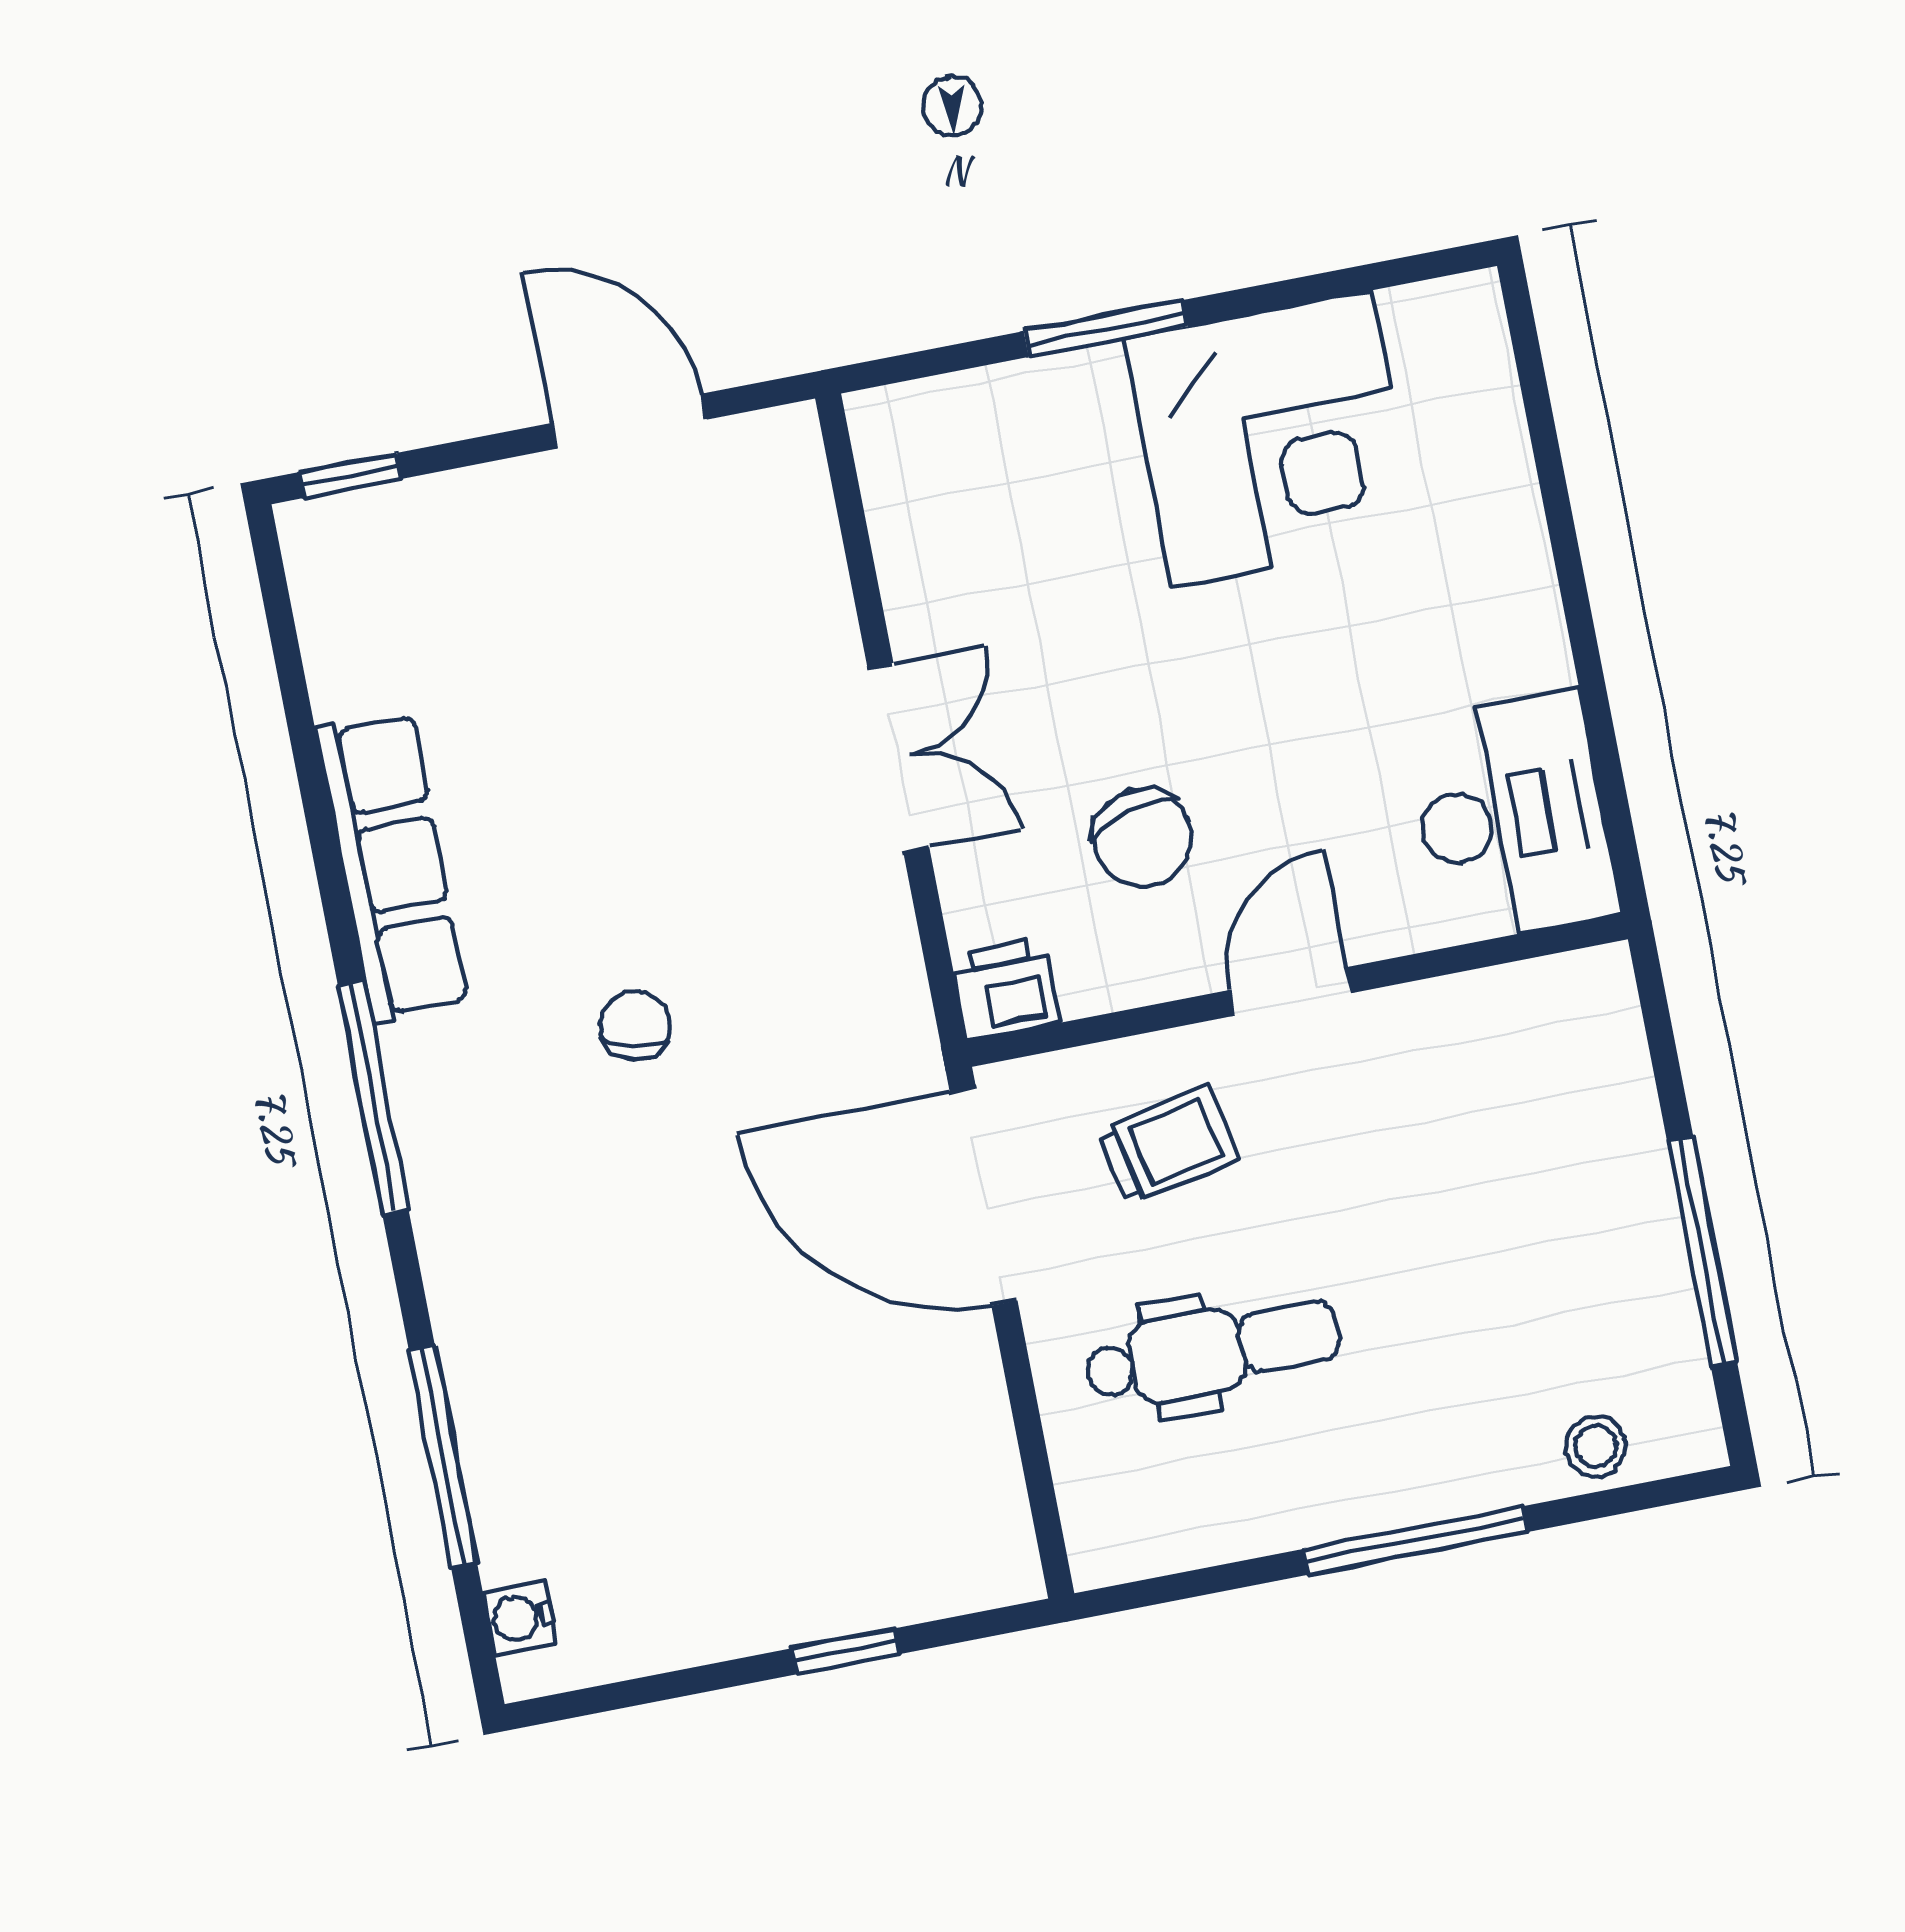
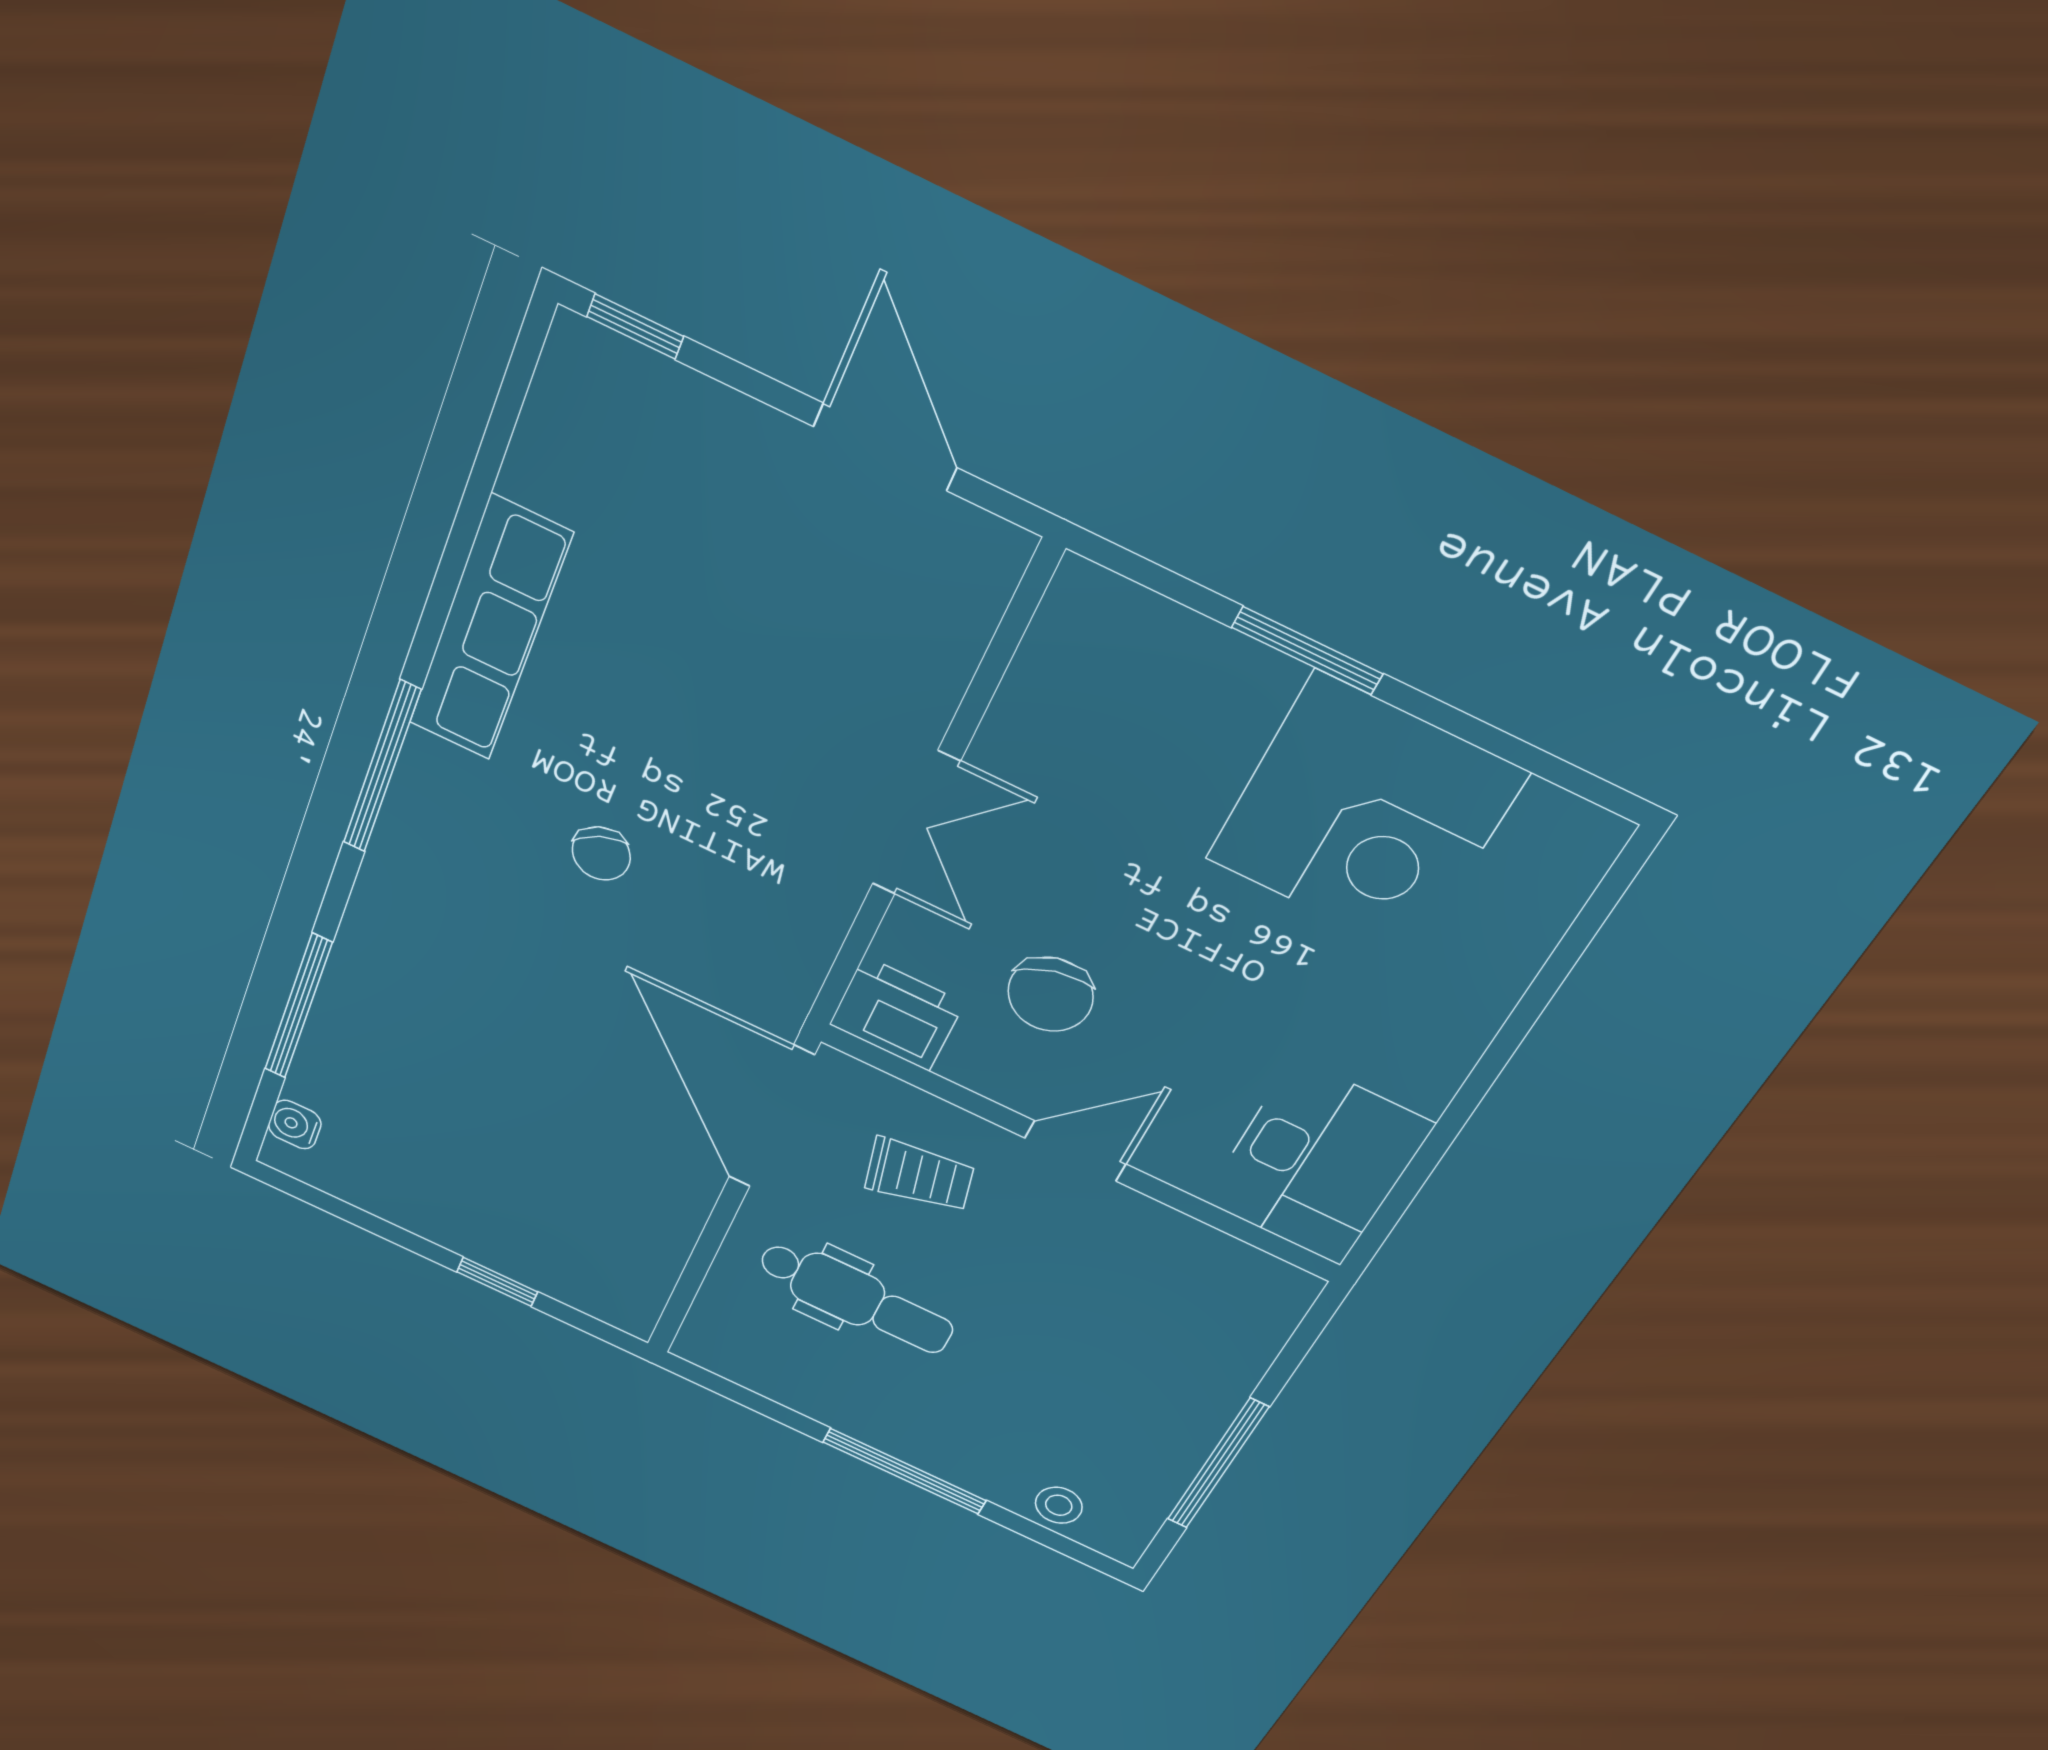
printer: (1005, 990) -> (897, 1014), width x1.36, depth x1.24
chair: (635, 1025) -> (601, 853), turned 141

